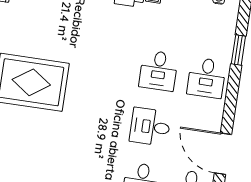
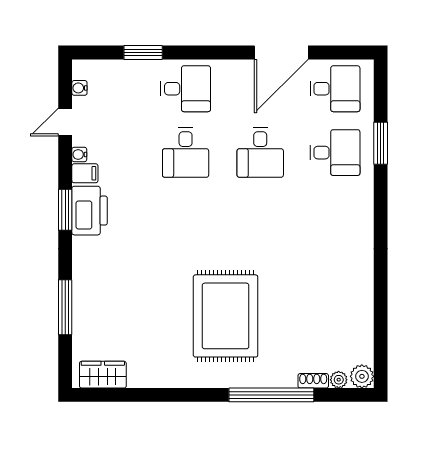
desk: (158, 71) -> (186, 153), turned 90

